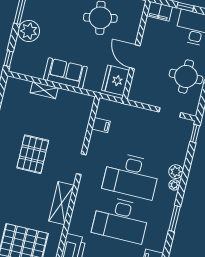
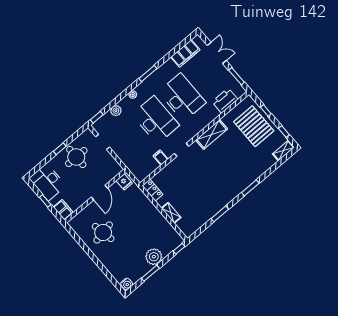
sofa: (65, 73) -> (150, 214), removed
fridge: (116, 80) -> (124, 182), width x0.53, depth x0.75
locker: (81, 100) -> (153, 190), added
filing cabinet: (101, 125) -> (161, 157), moved
pallet: (33, 154) -> (207, 178), removed
plant: (176, 172) -> (116, 111), moved

